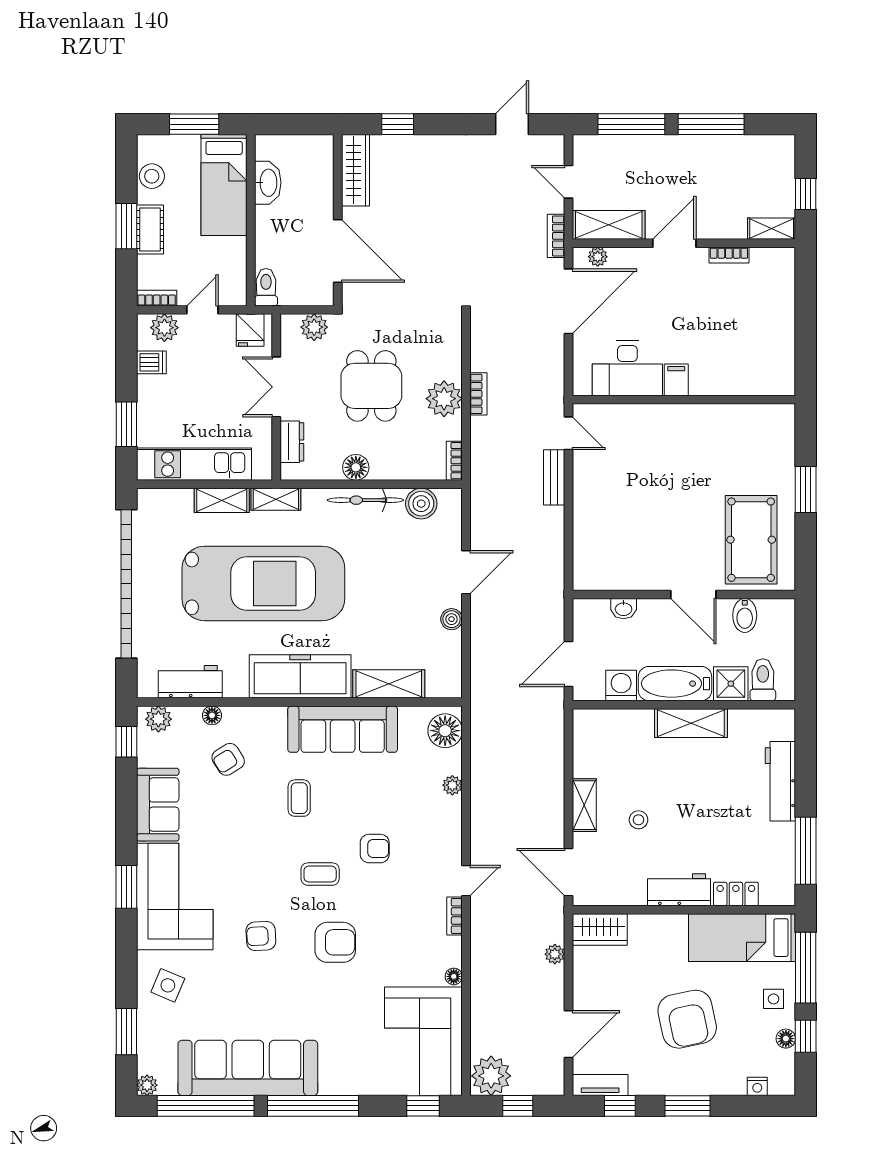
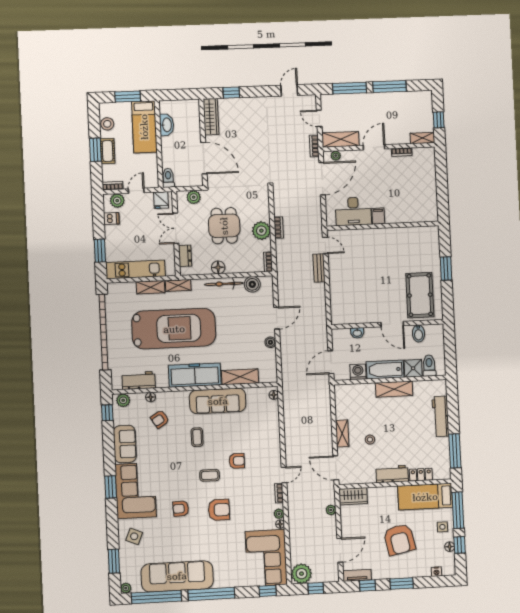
floor lamp: (445, 731) -> (274, 395), width x0.53, depth x0.53
plant: (452, 785) -> (279, 514), moved

